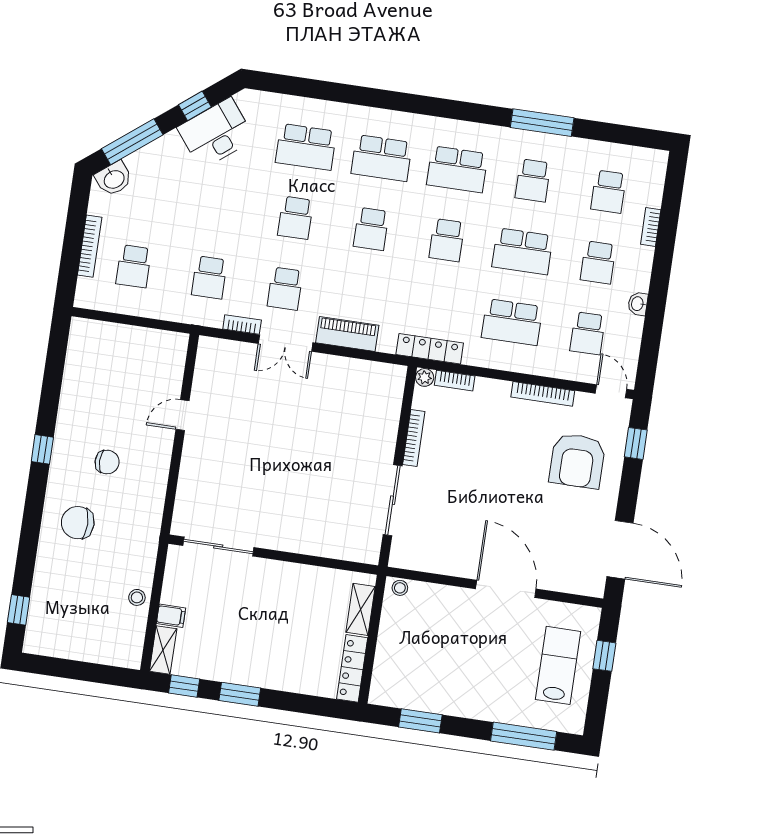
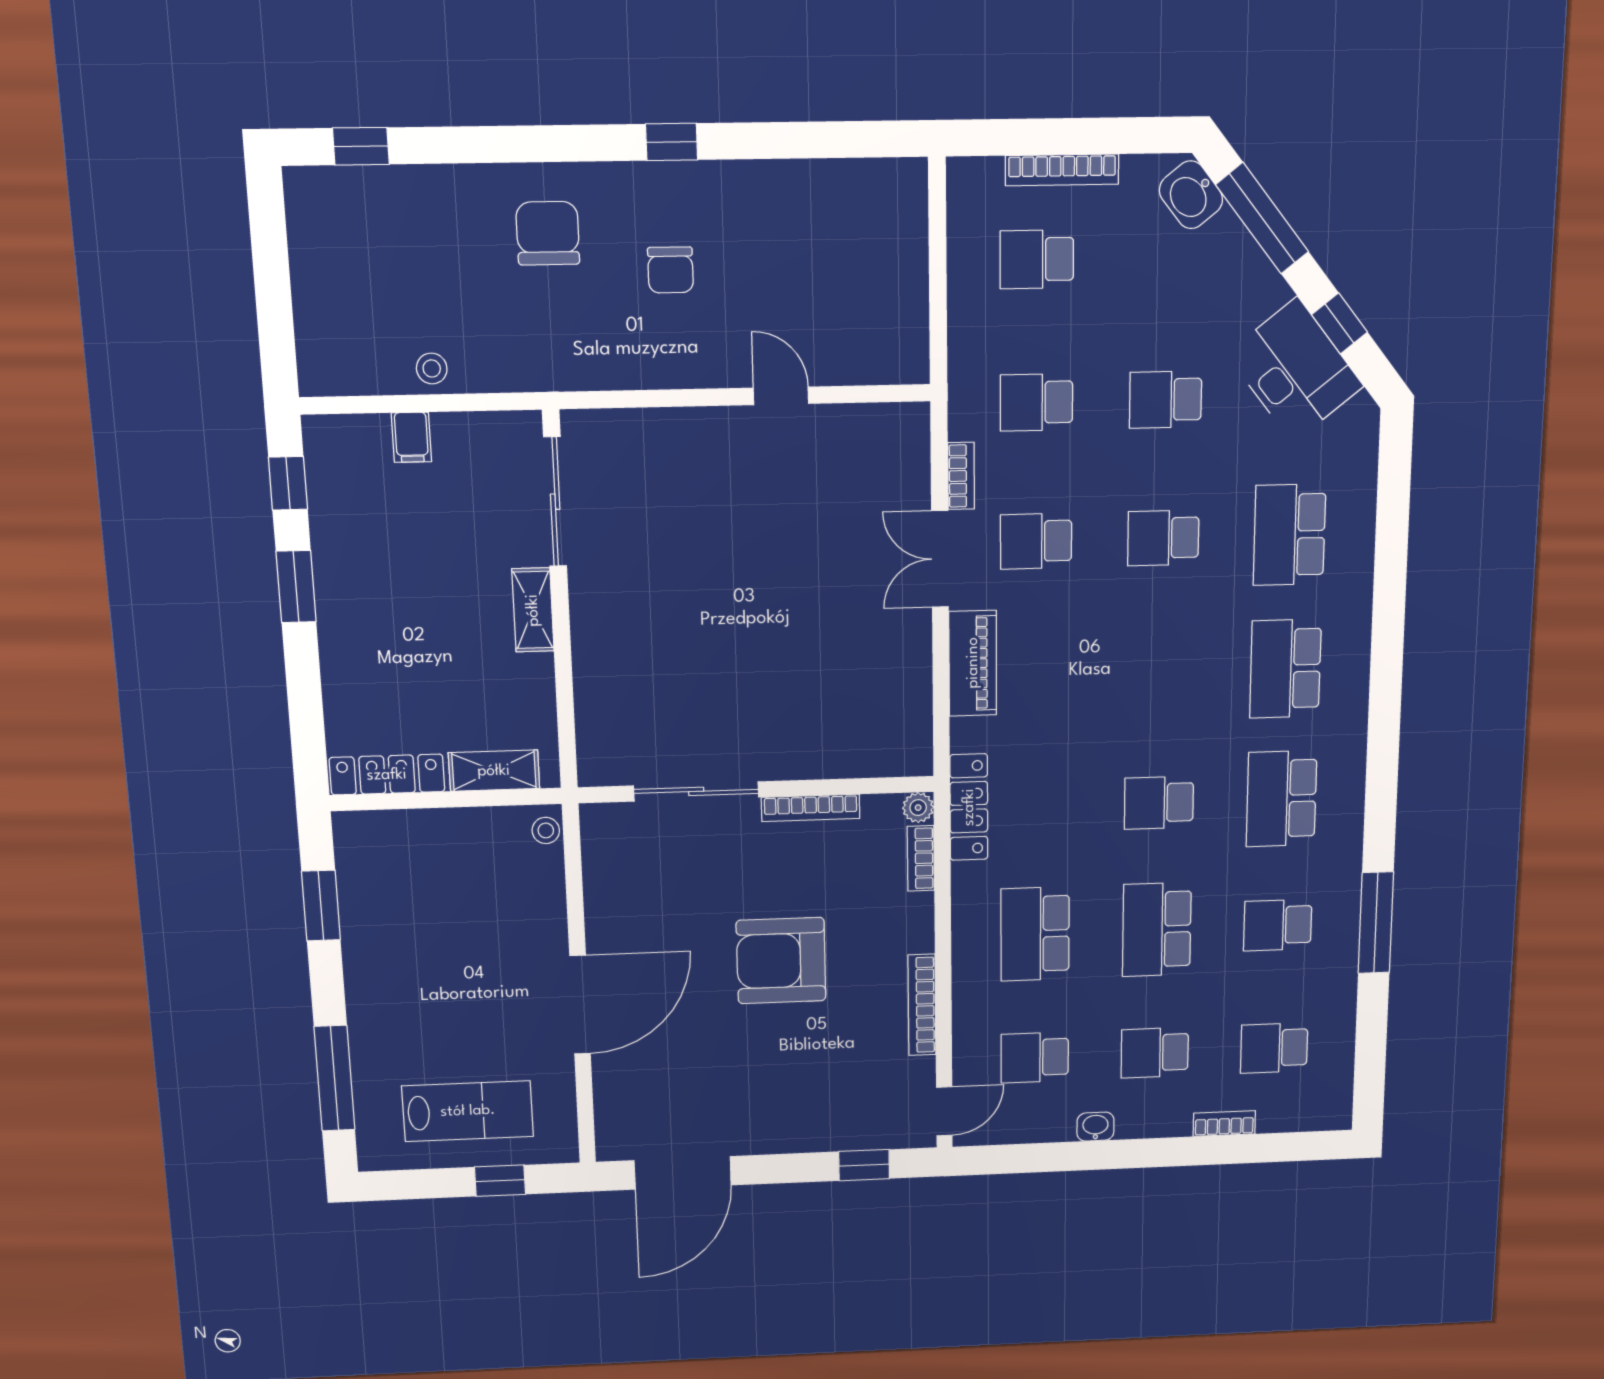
school desk: (371, 229) -> (1166, 400), moved
armchair: (577, 461) -> (781, 961), moved
shelving: (163, 650) -> (533, 610), moved, turned 90

